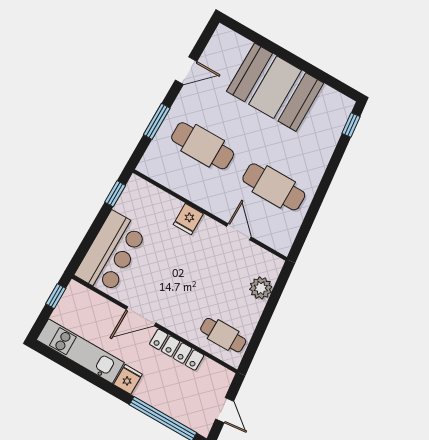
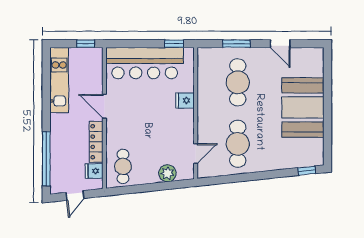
door: (239, 232) -> (196, 154), moved
bar counter: (111, 253) -> (145, 63), width x1.36
fridge: (128, 379) -> (94, 171), moved, turned 180

